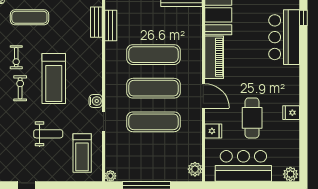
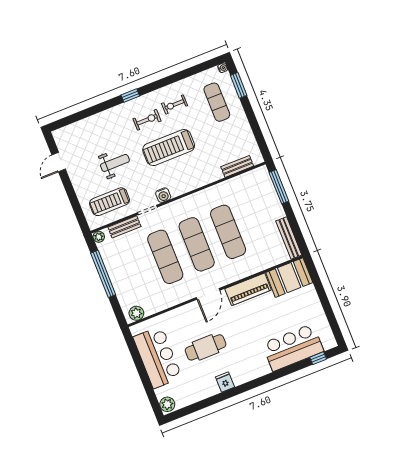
bench: (111, 25) -> (124, 227), moved
fridge: (213, 131) -> (179, 316), removed
weight bench: (48, 134) -> (115, 163), turned -90

